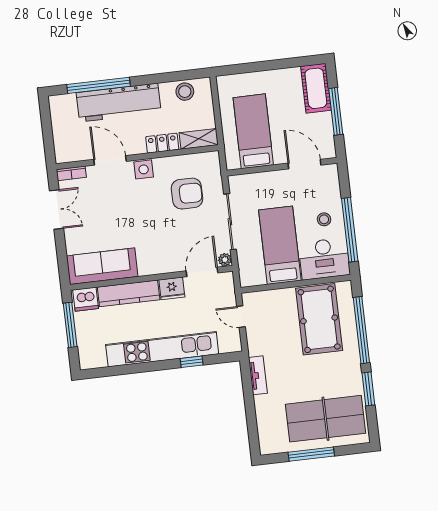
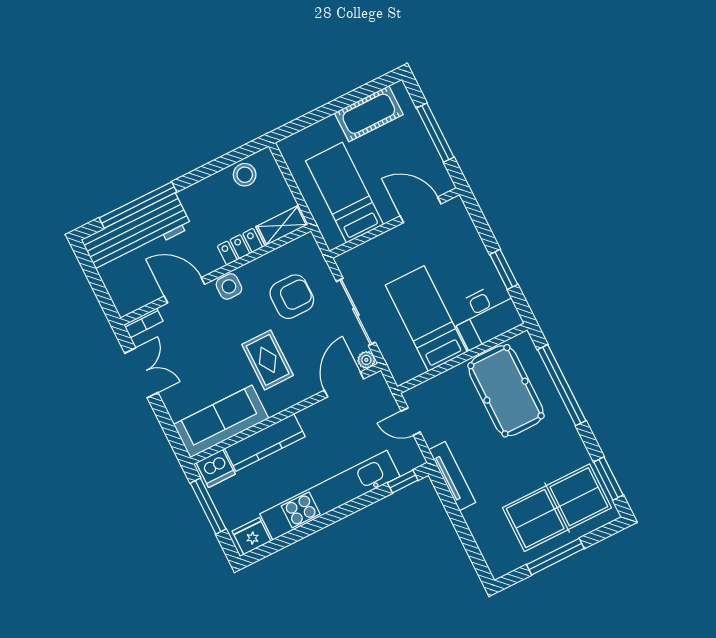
cot: (316, 88) -> (369, 114), moved, turned 90
workbench: (119, 103) -> (137, 233), moved
stool: (324, 219) -> (468, 268), removed
window: (350, 230) -> (504, 269), width x0.47
rug: (153, 233) -> (268, 360), added
fridge: (172, 288) -> (252, 536), moved, turned 180
window: (192, 362) -> (403, 481), moved
tv unit: (258, 375) -> (452, 476), width x1.41
window: (368, 389) -> (608, 478), moved

